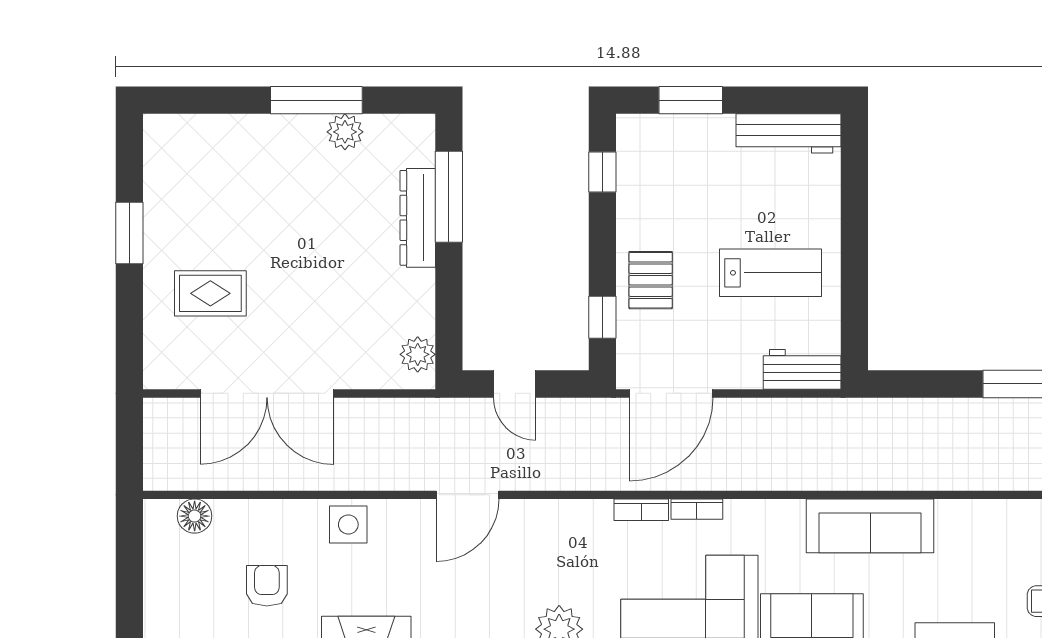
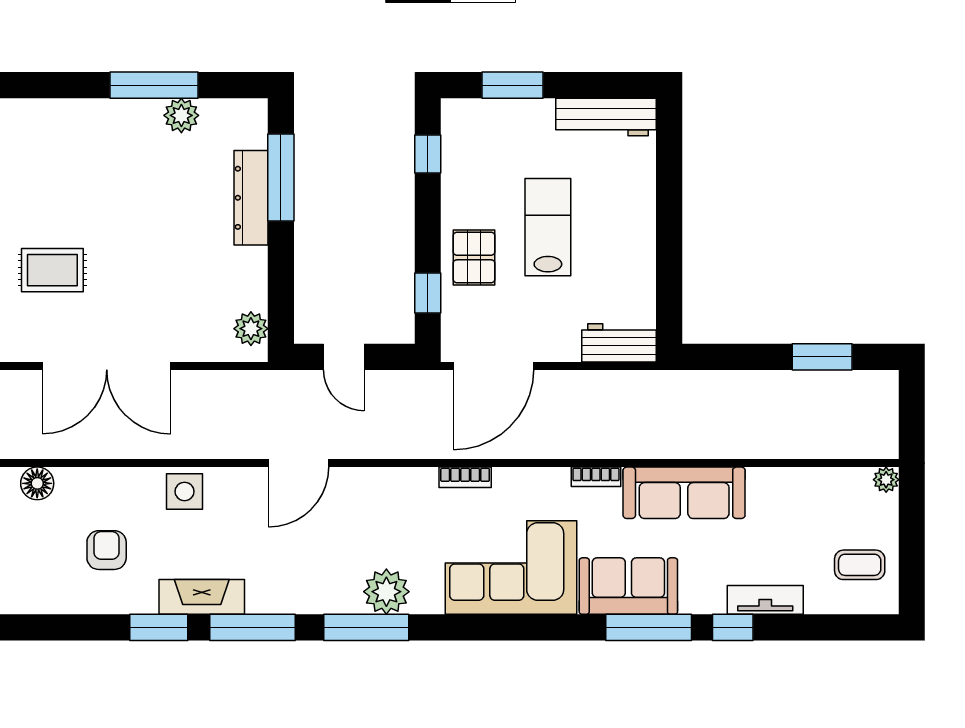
lab bench: (771, 273) -> (548, 227), moved, turned -90
bookcase: (697, 509) -> (596, 477), moved

